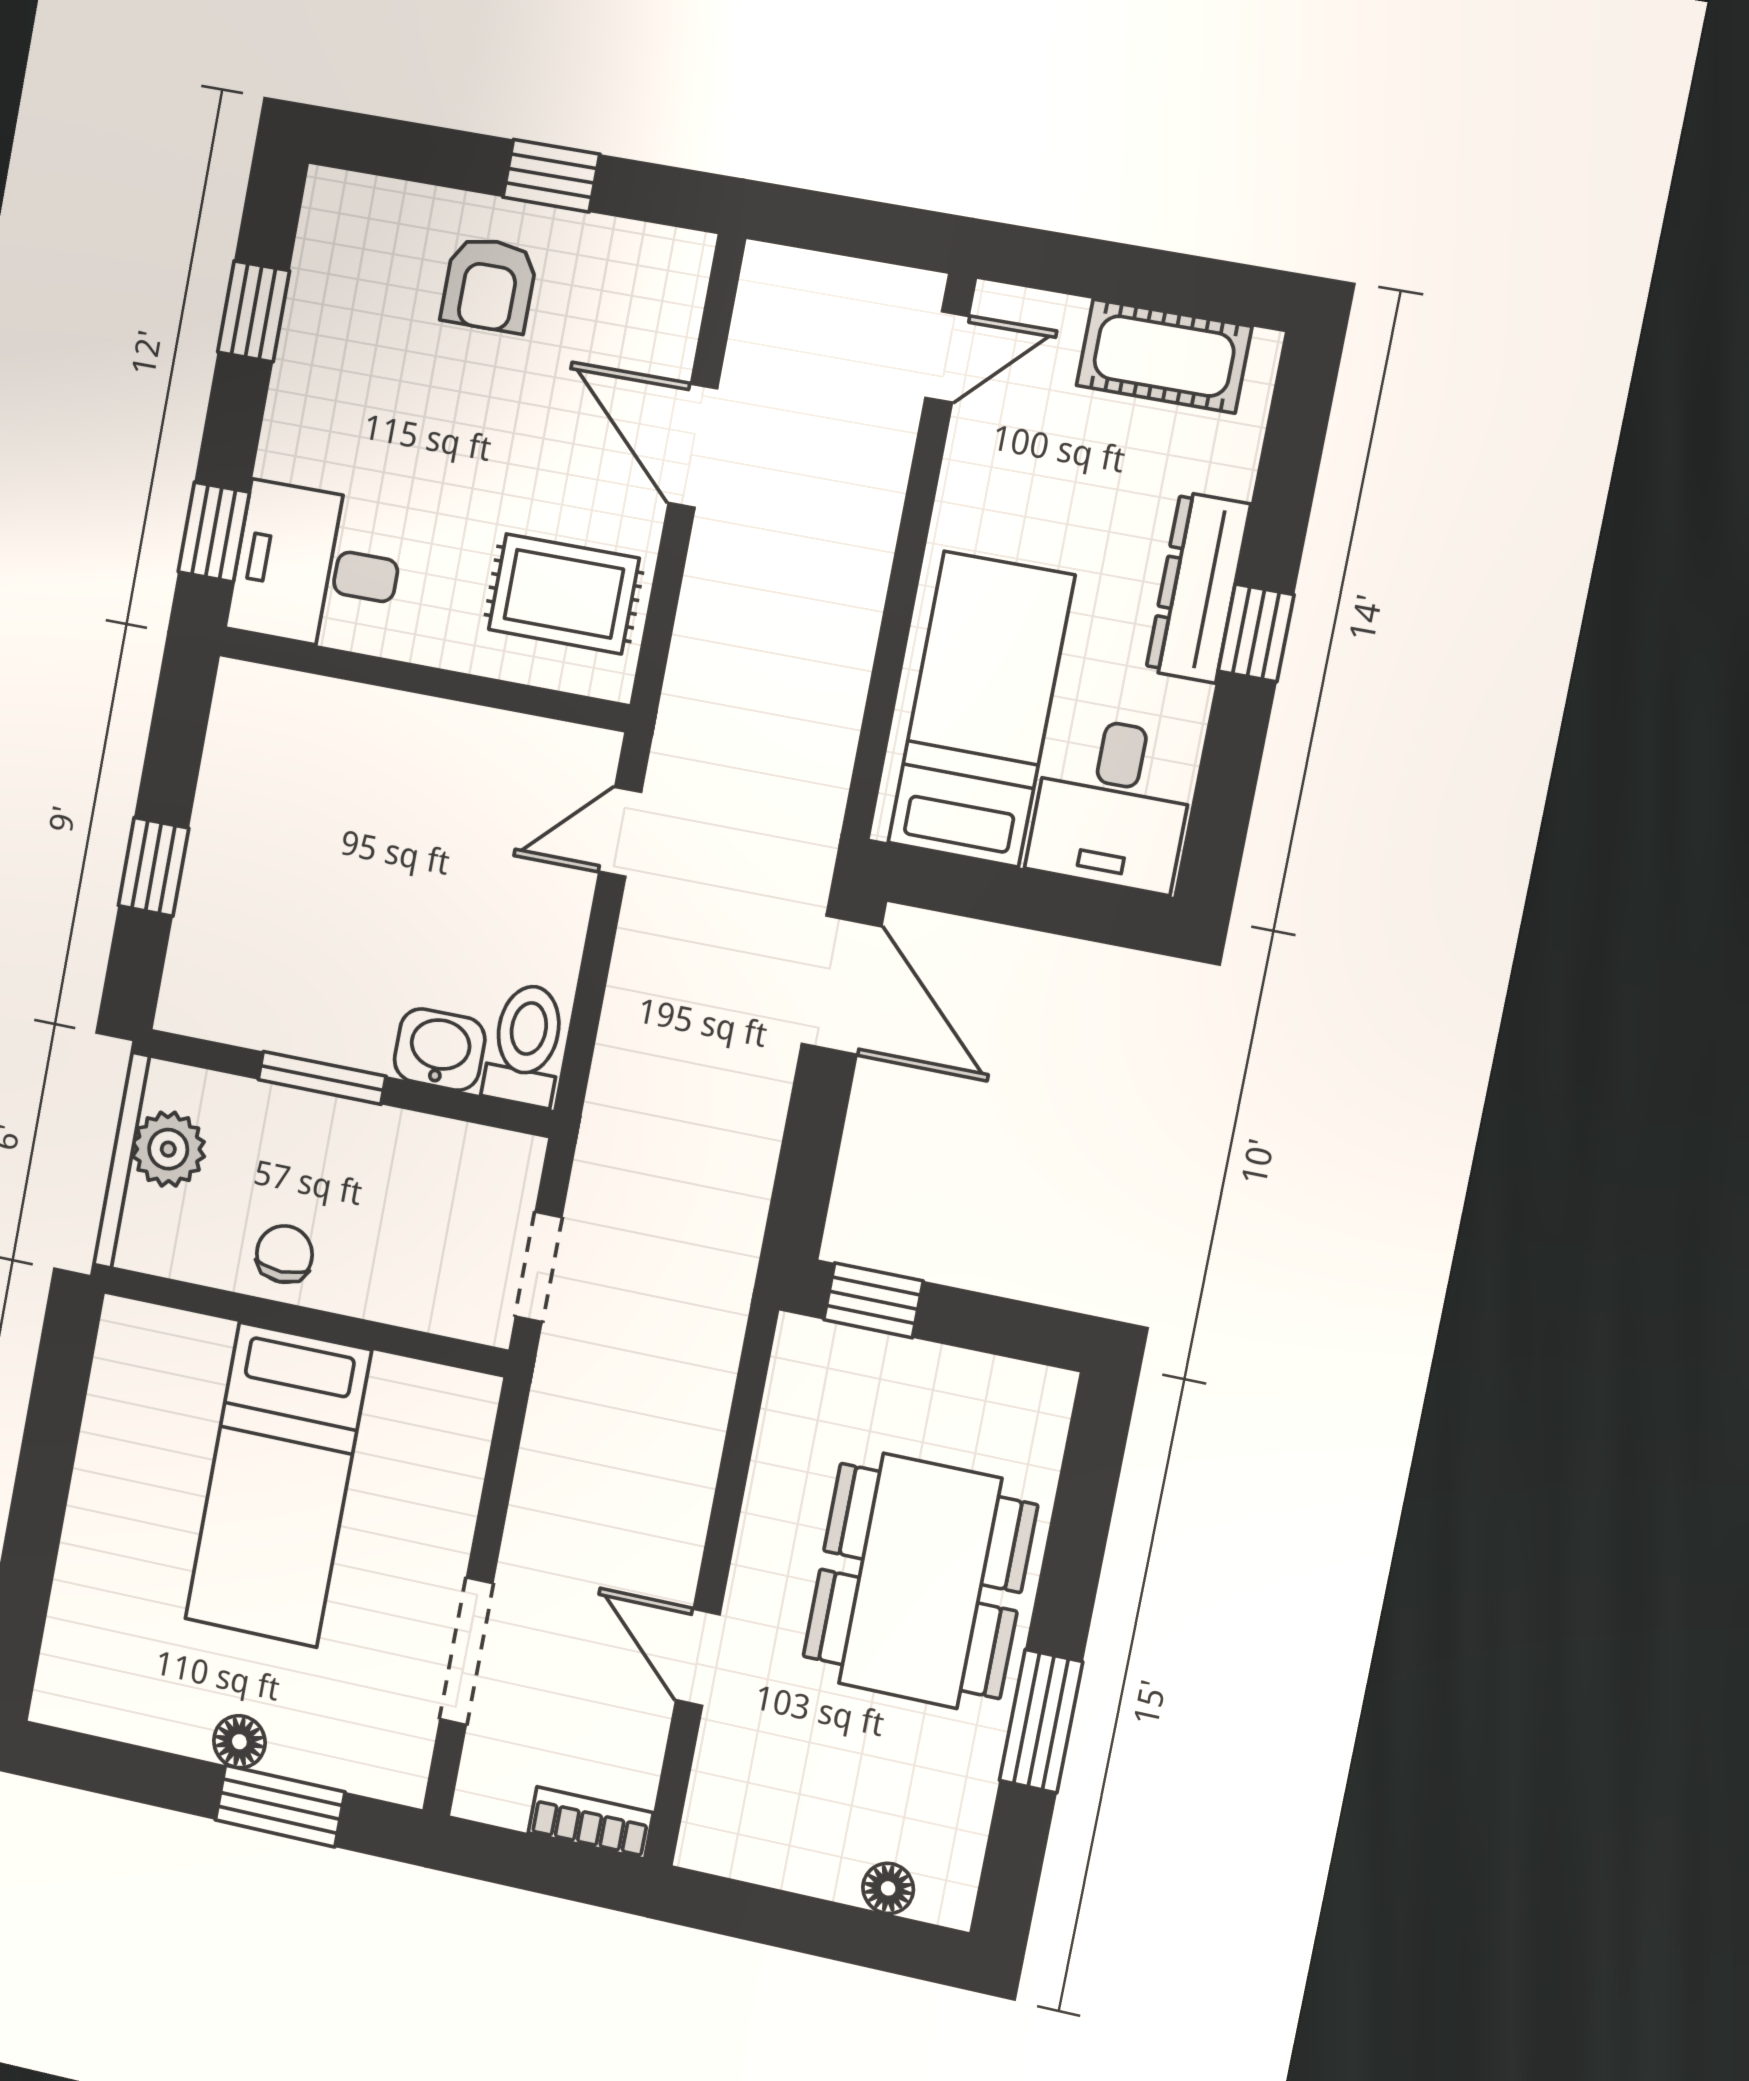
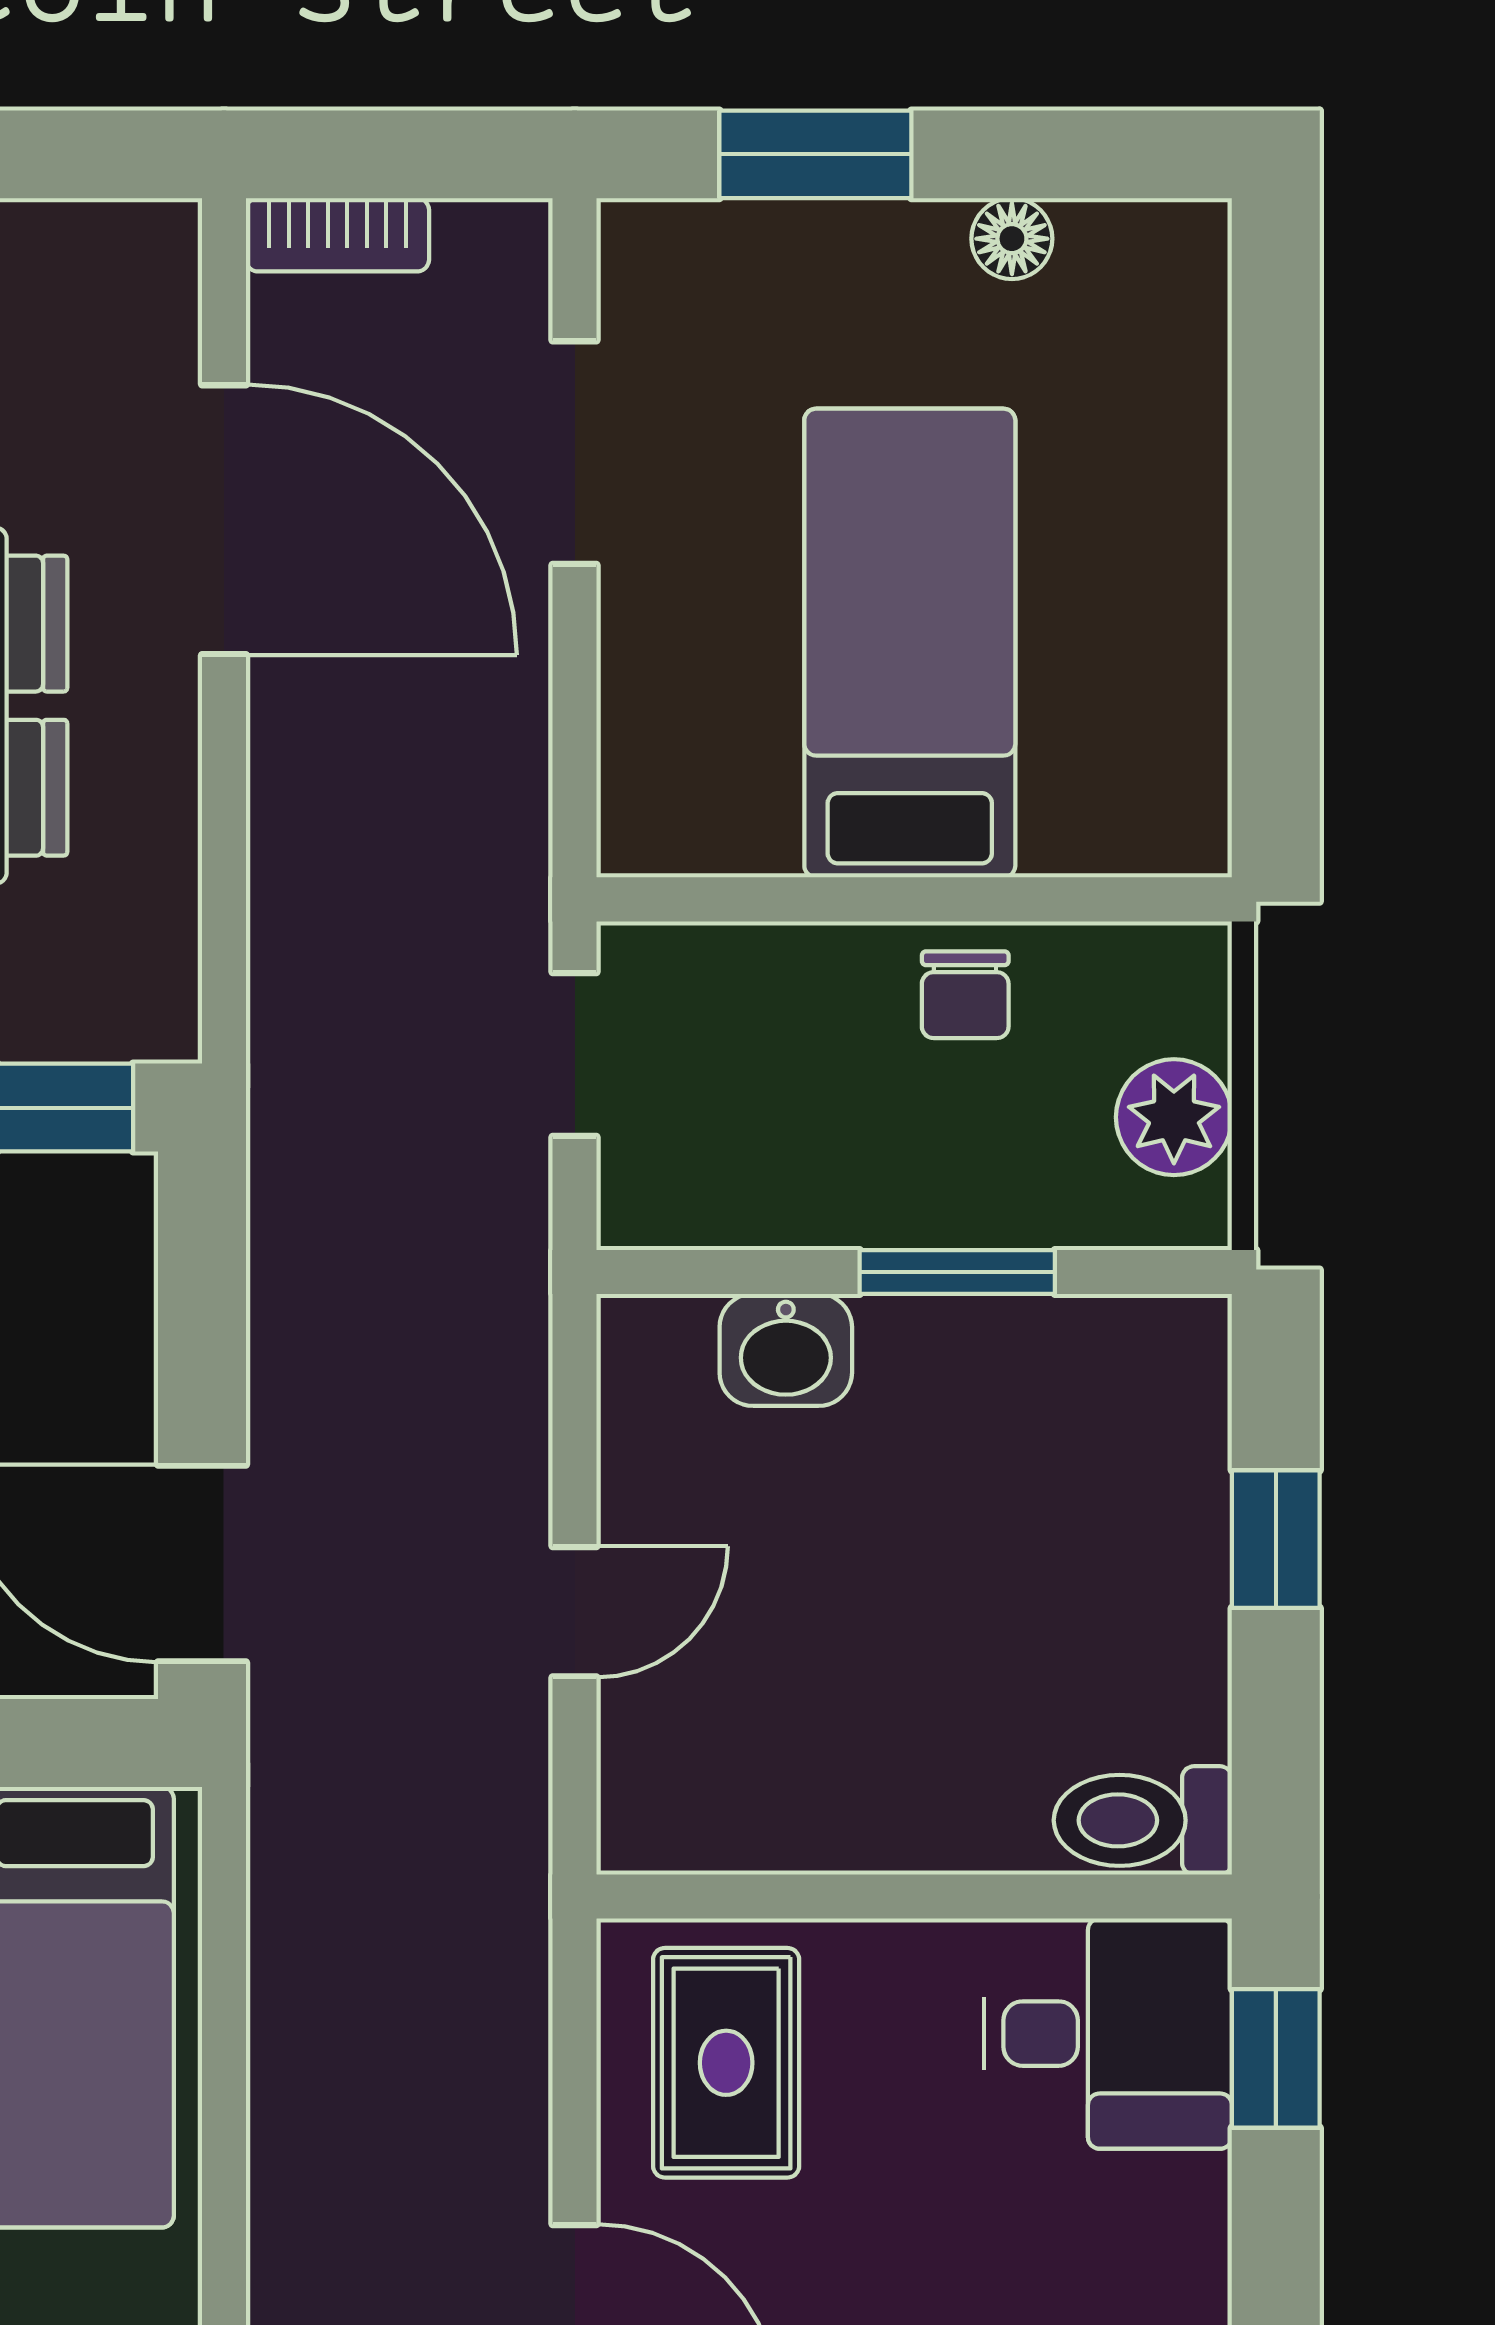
rug: (564, 594) -> (726, 2063), turned 90
door: (620, 832) -> (575, 1612), moved
toilet: (526, 1045) -> (1143, 1820), moved, turned 90
door: (698, 1657) -> (224, 520), width x1.87
floor lamp: (239, 1742) -> (1012, 239), moved

